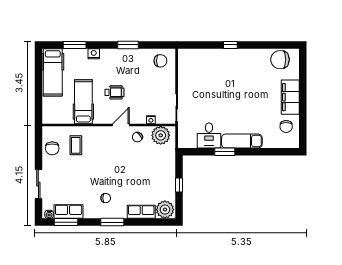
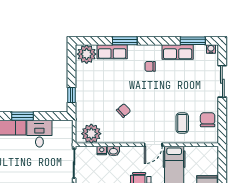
washbasin: (140, 119) -> (113, 151), added
door: (121, 125) -> (153, 145), moved
chair: (137, 137) -> (124, 111), moved
window: (179, 185) -> (71, 95), moved
row of seats: (69, 212) -> (178, 52), moved
window: (112, 222) -> (125, 41), moved

